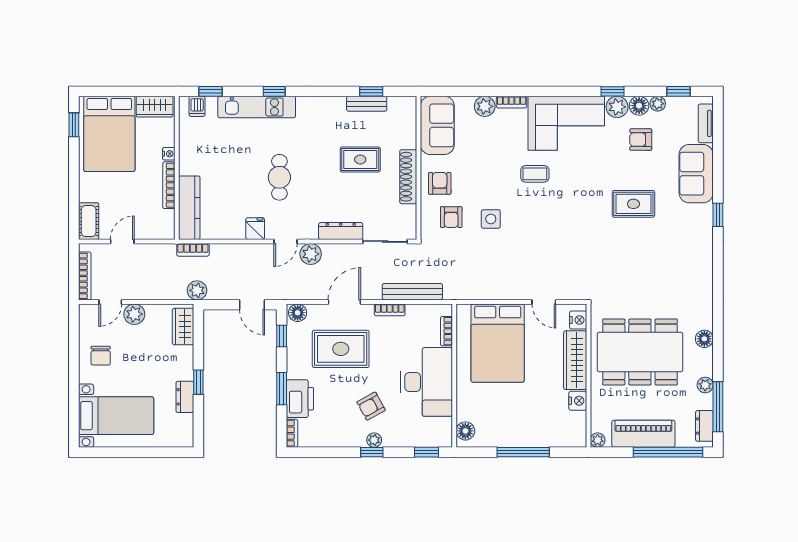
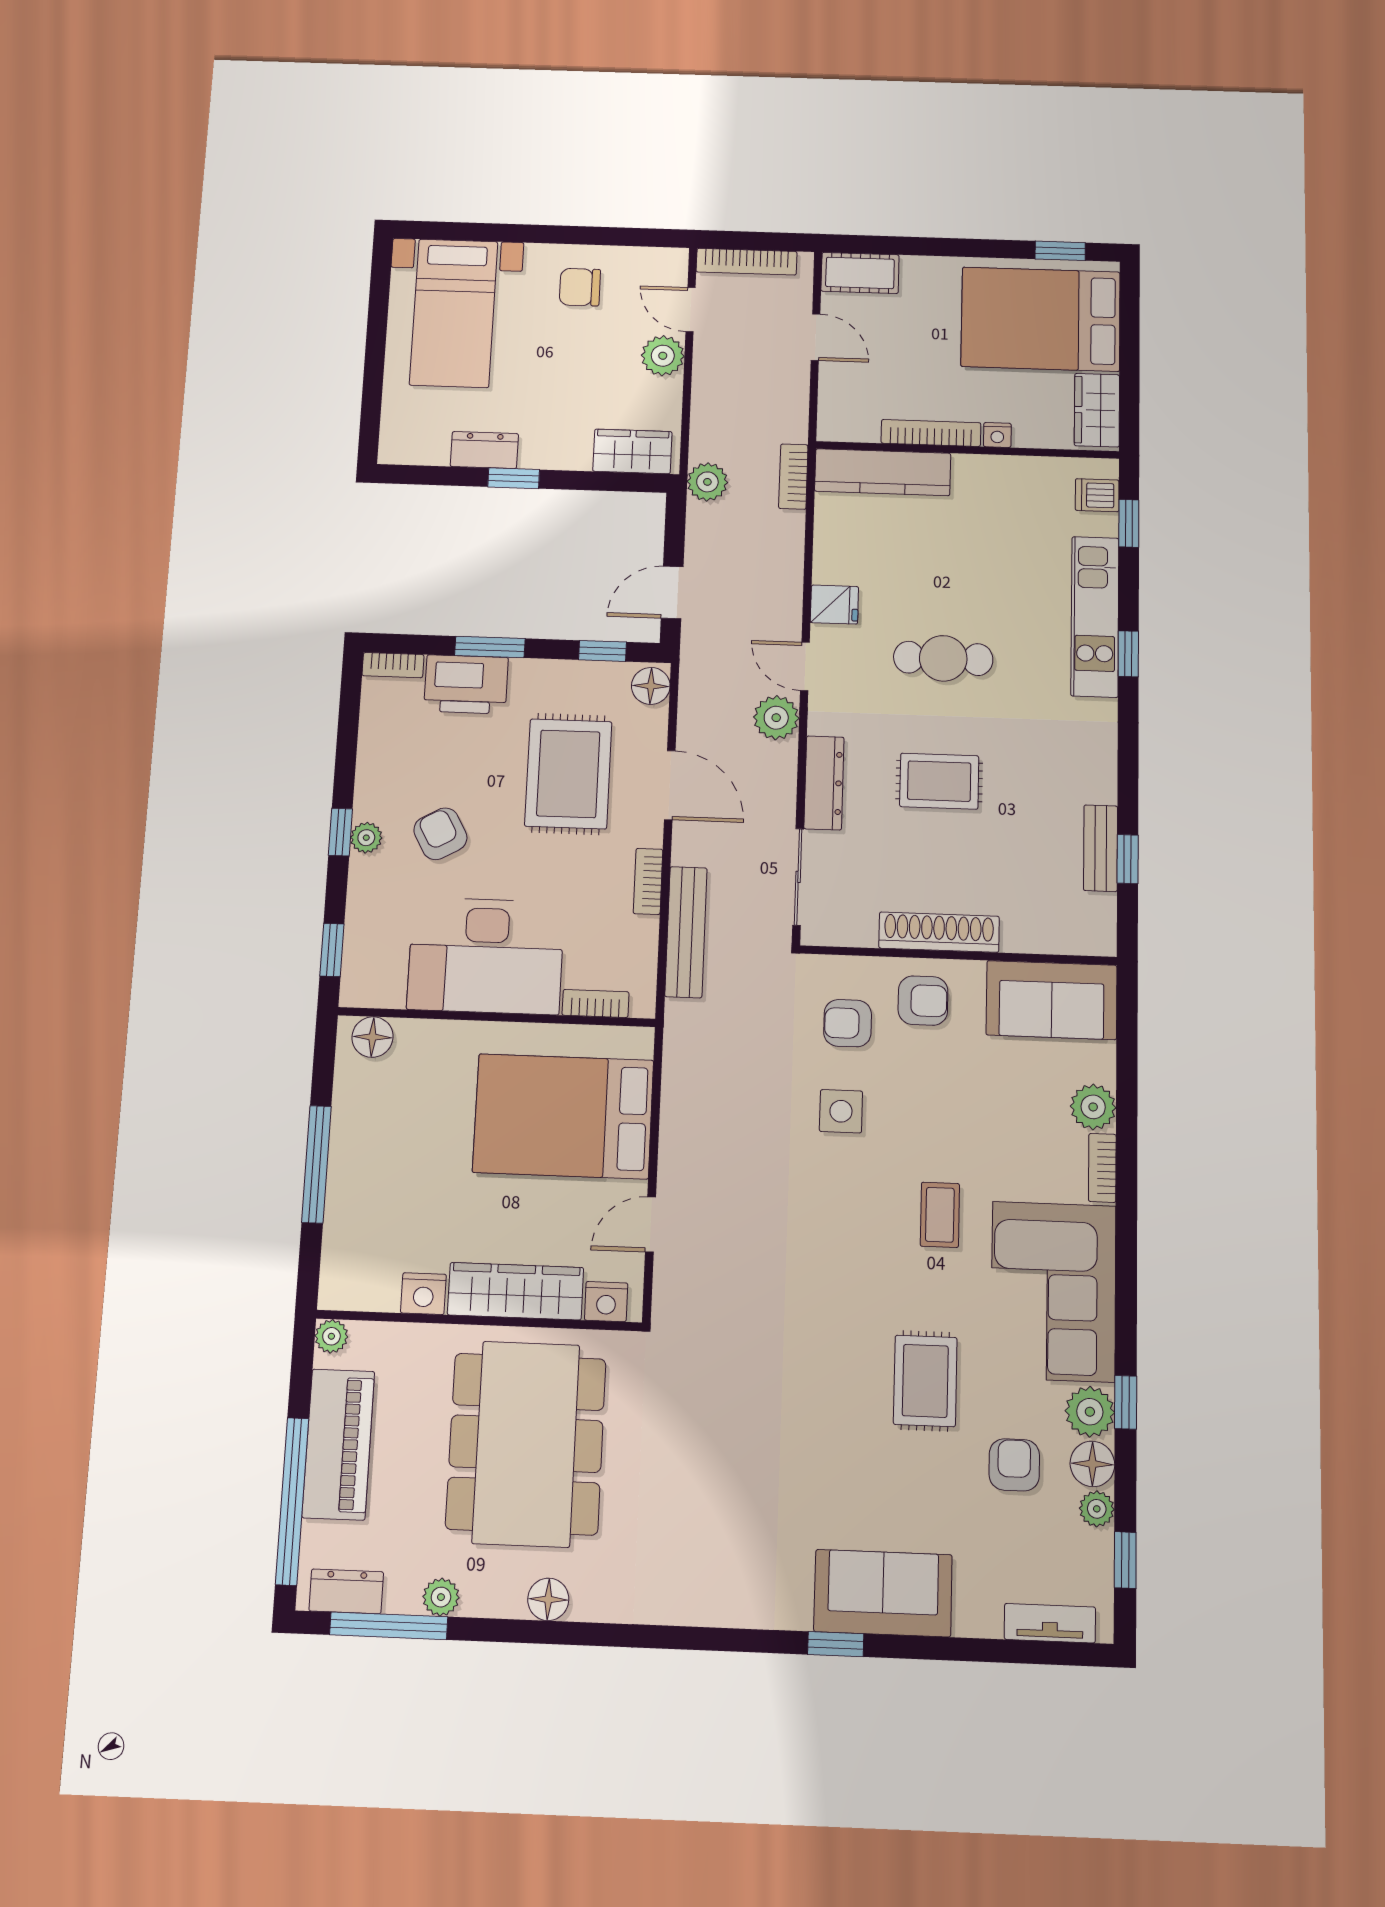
rug: (360, 159) -> (939, 781), moved, turned 90
sofa: (696, 174) -> (883, 1593), moved
rug: (633, 204) -> (925, 1381), moved

